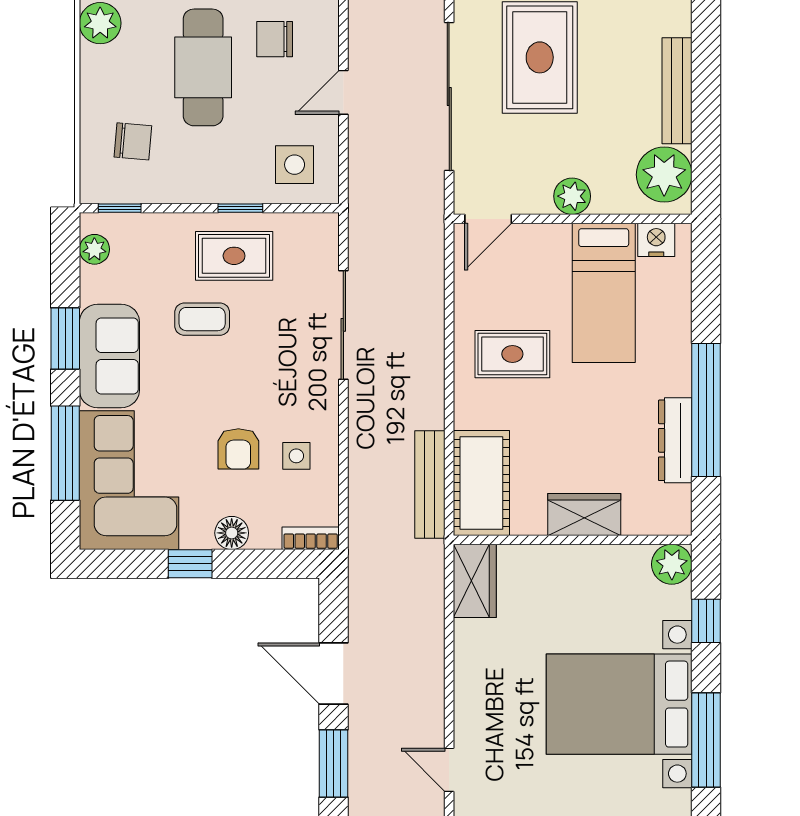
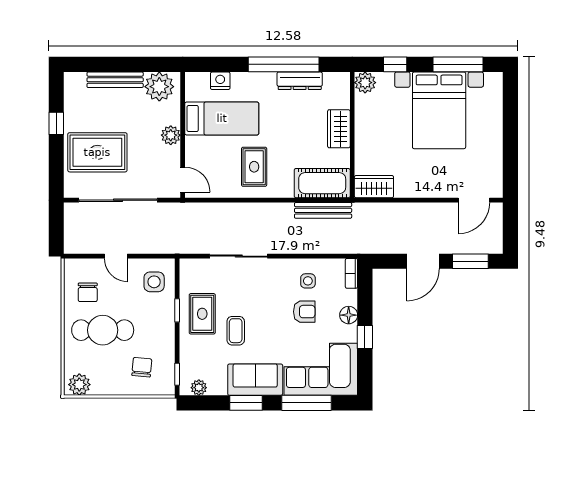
nightstand: (656, 240) -> (220, 81), moved, turned 90
door: (449, 770) -> (474, 200), width x1.38

